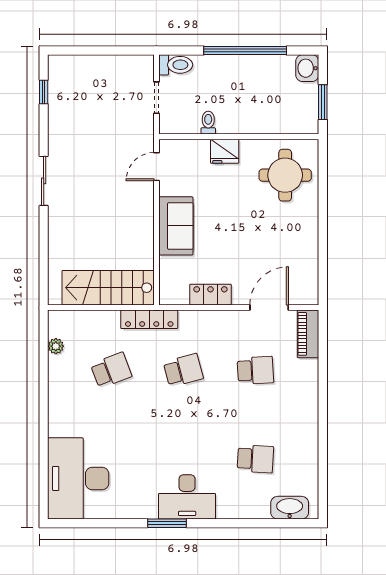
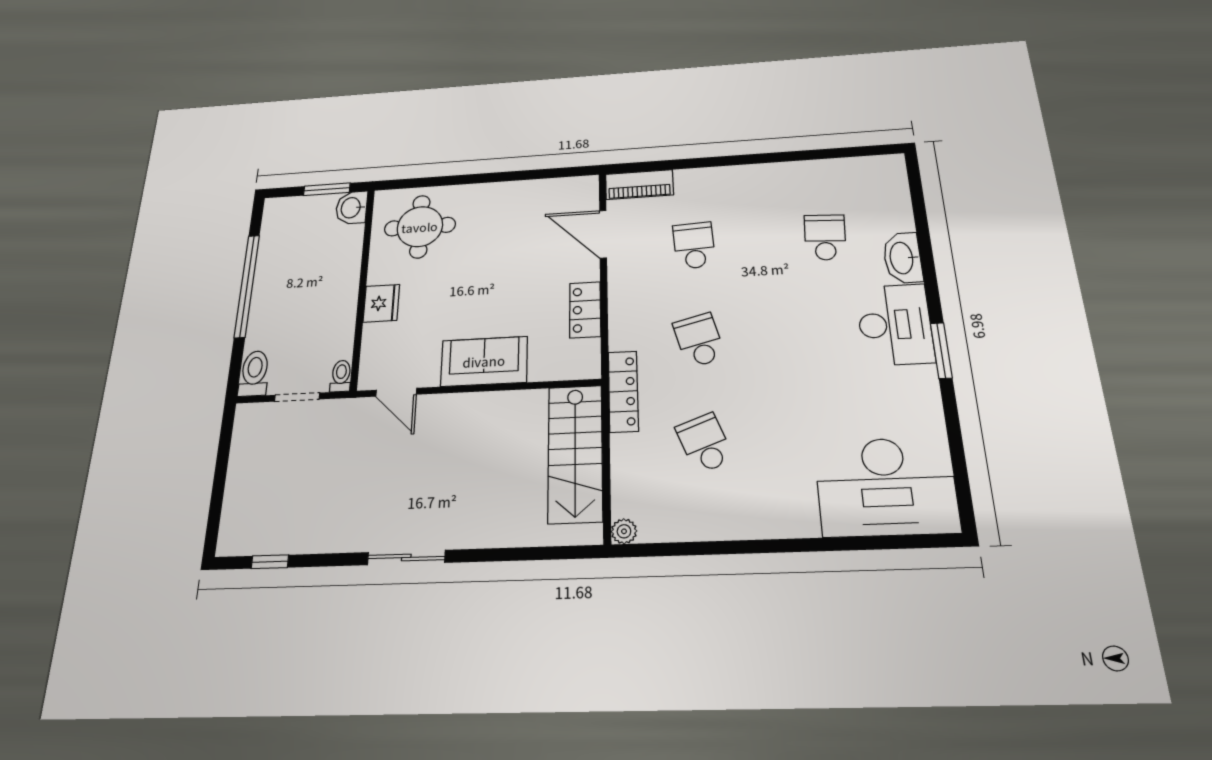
washbasin: (307, 68) -> (352, 208), moved, turned 90
toilet: (208, 123) -> (341, 376), moved, turned 90
plant: (56, 346) -> (624, 531), moved
washbasin: (290, 508) -> (902, 258), moved

